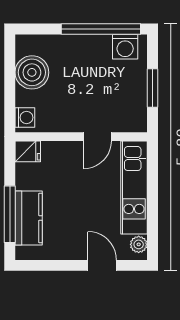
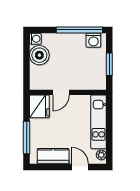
washing machine: (25, 117) -> (35, 39), moved
door: (97, 137) -> (61, 92), moved
fridge: (28, 151) -> (39, 106), width x1.88, depth x1.34
kitchen counter: (29, 218) -> (53, 156), moved, turned -90

